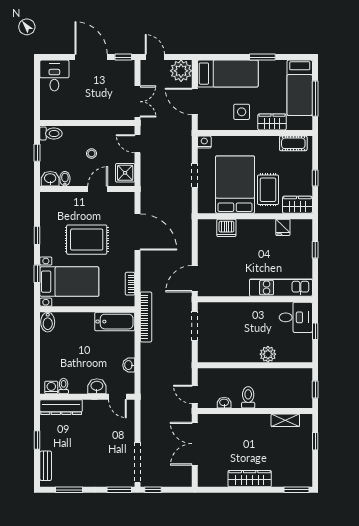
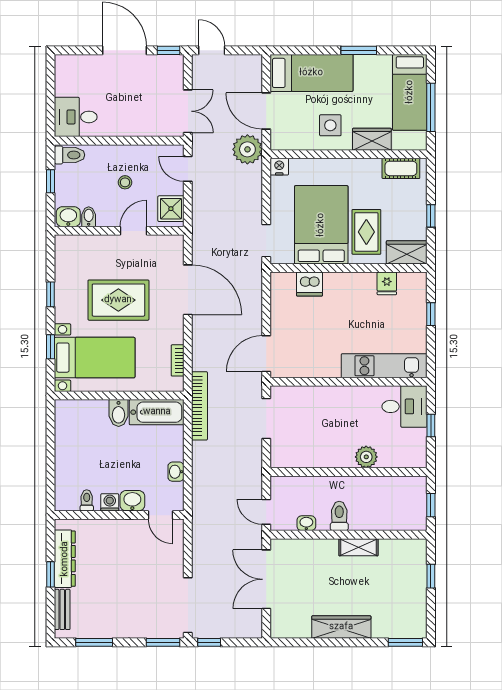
plant: (181, 71) -> (247, 149), moved
desk: (54, 75) -> (76, 117), moved, turned -90
doorway: (195, 175) -> (266, 241), moved
bidet: (48, 322) -> (119, 413), moved
washing machine: (51, 387) -> (110, 502), moved
dresser: (61, 407) -> (65, 559), moved, turned -90
shelving: (285, 420) -> (358, 547), moved

